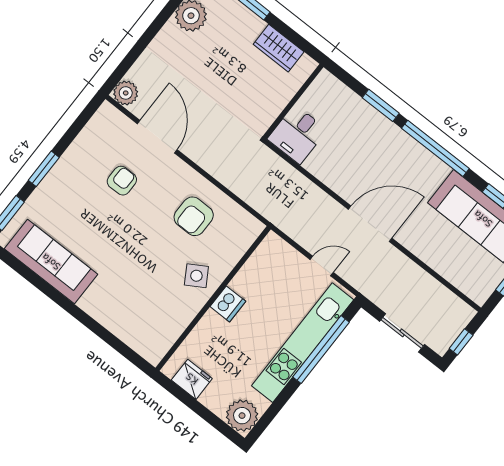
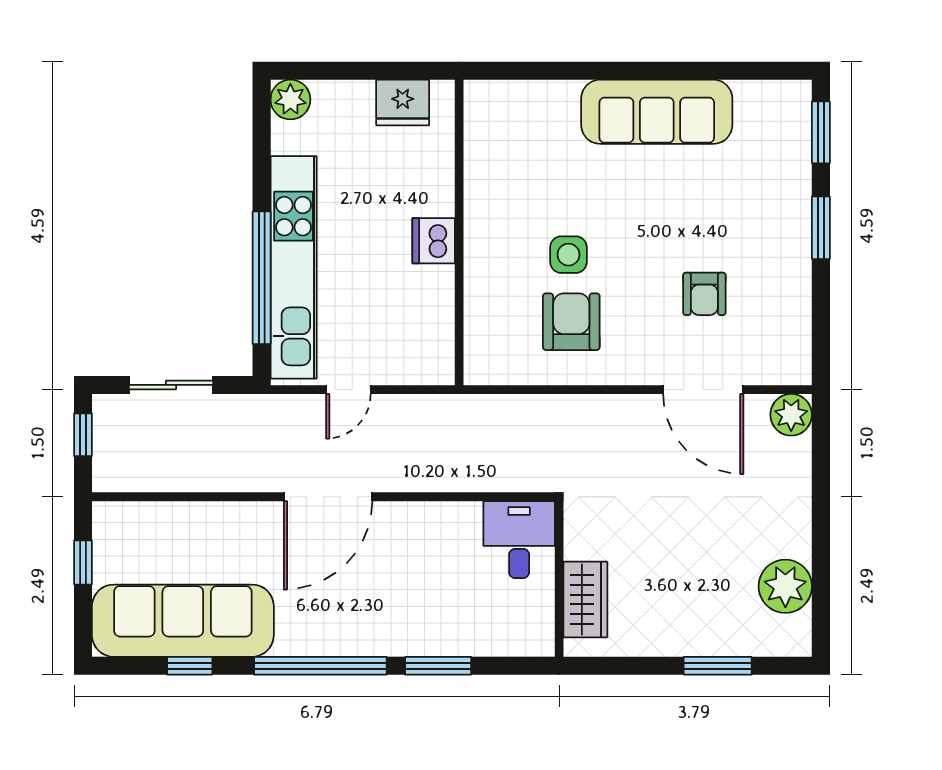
wardrobe: (279, 48) -> (585, 599), moved, turned 90
sofa: (51, 262) -> (657, 112), moved
side table: (196, 276) -> (568, 255), moved, turned 31
plant: (242, 416) -> (290, 100), width x0.73, depth x0.73

